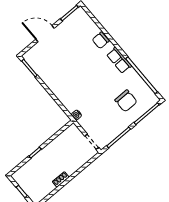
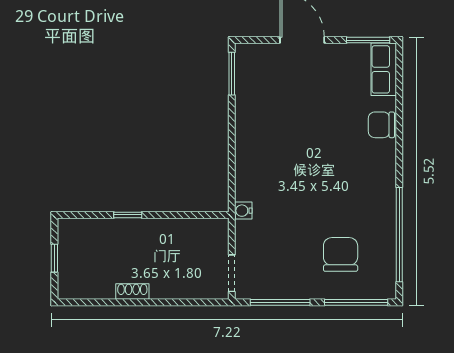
row of seats: (119, 60) -> (384, 69), moved
chair: (126, 101) -> (341, 254), turned 180

